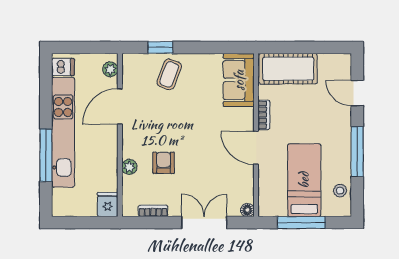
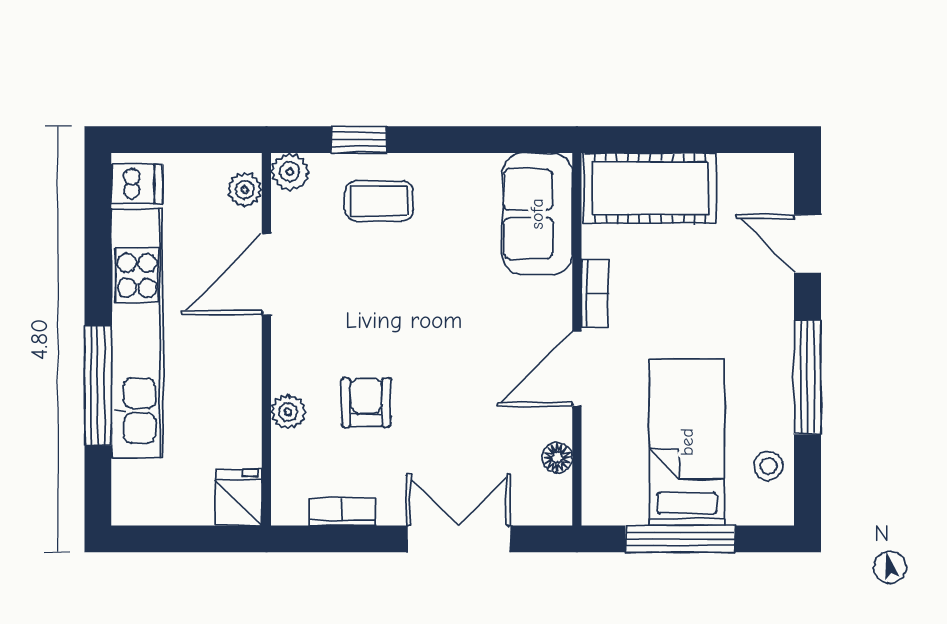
plant: (130, 62) -> (290, 172), added
coffee table: (169, 74) -> (379, 201), turned 69
door: (256, 148) -> (577, 369), hinge flipped
floor lamp: (247, 210) -> (557, 458), moved

